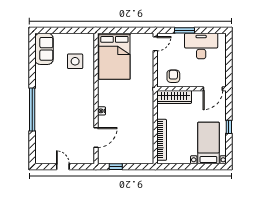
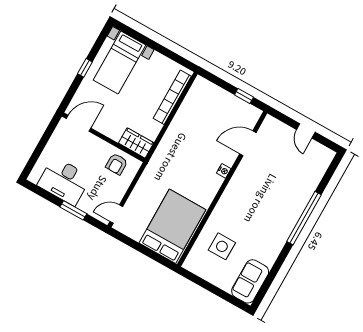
wardrobe: (174, 97) -> (136, 143), width x0.67

